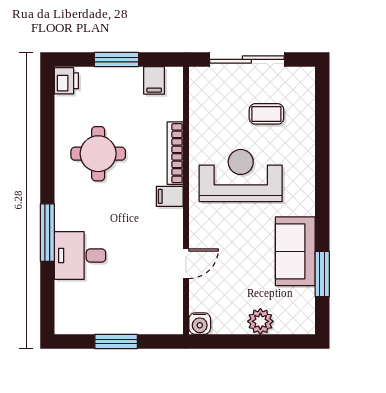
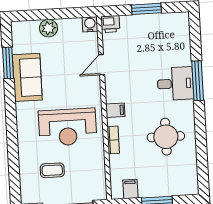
printer: (66, 81) -> (110, 24), moved, turned -90
bookcase: (175, 153) -> (113, 140), width x0.64
desk: (80, 255) -> (175, 84), moved

